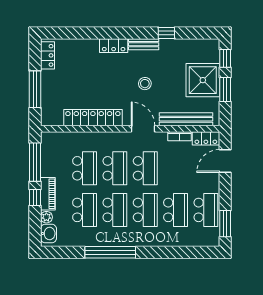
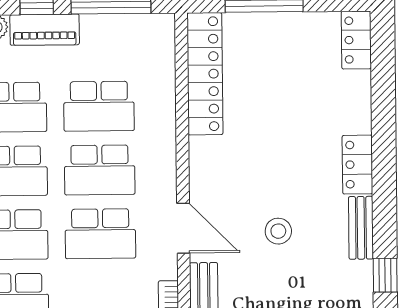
locker: (47, 55) -> (356, 40), moved, turned 90
locker: (93, 118) -> (205, 74), moved
door: (143, 129) -> (183, 228), hinge flipped

